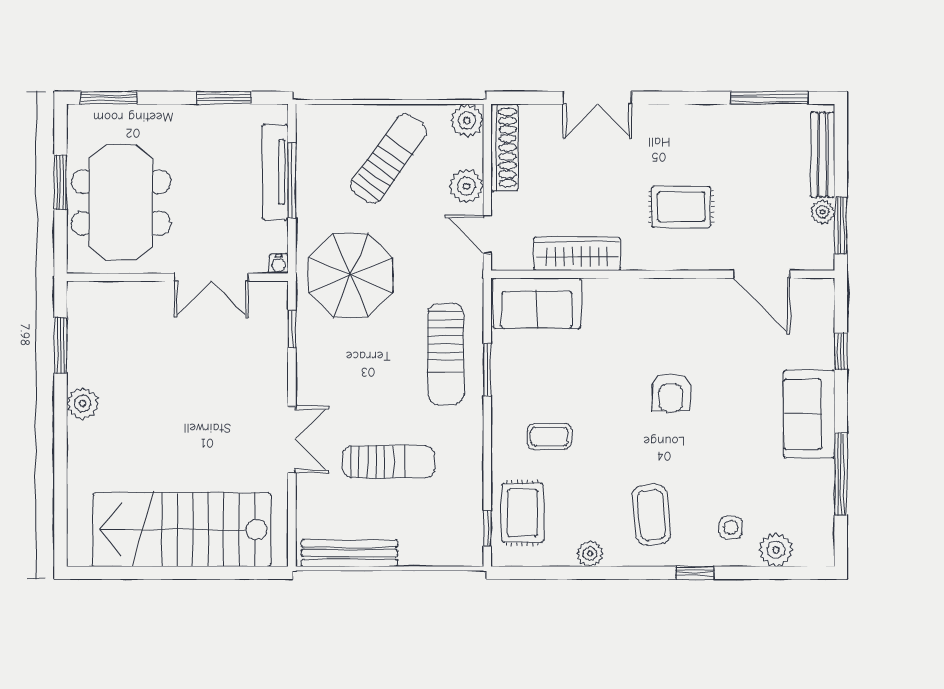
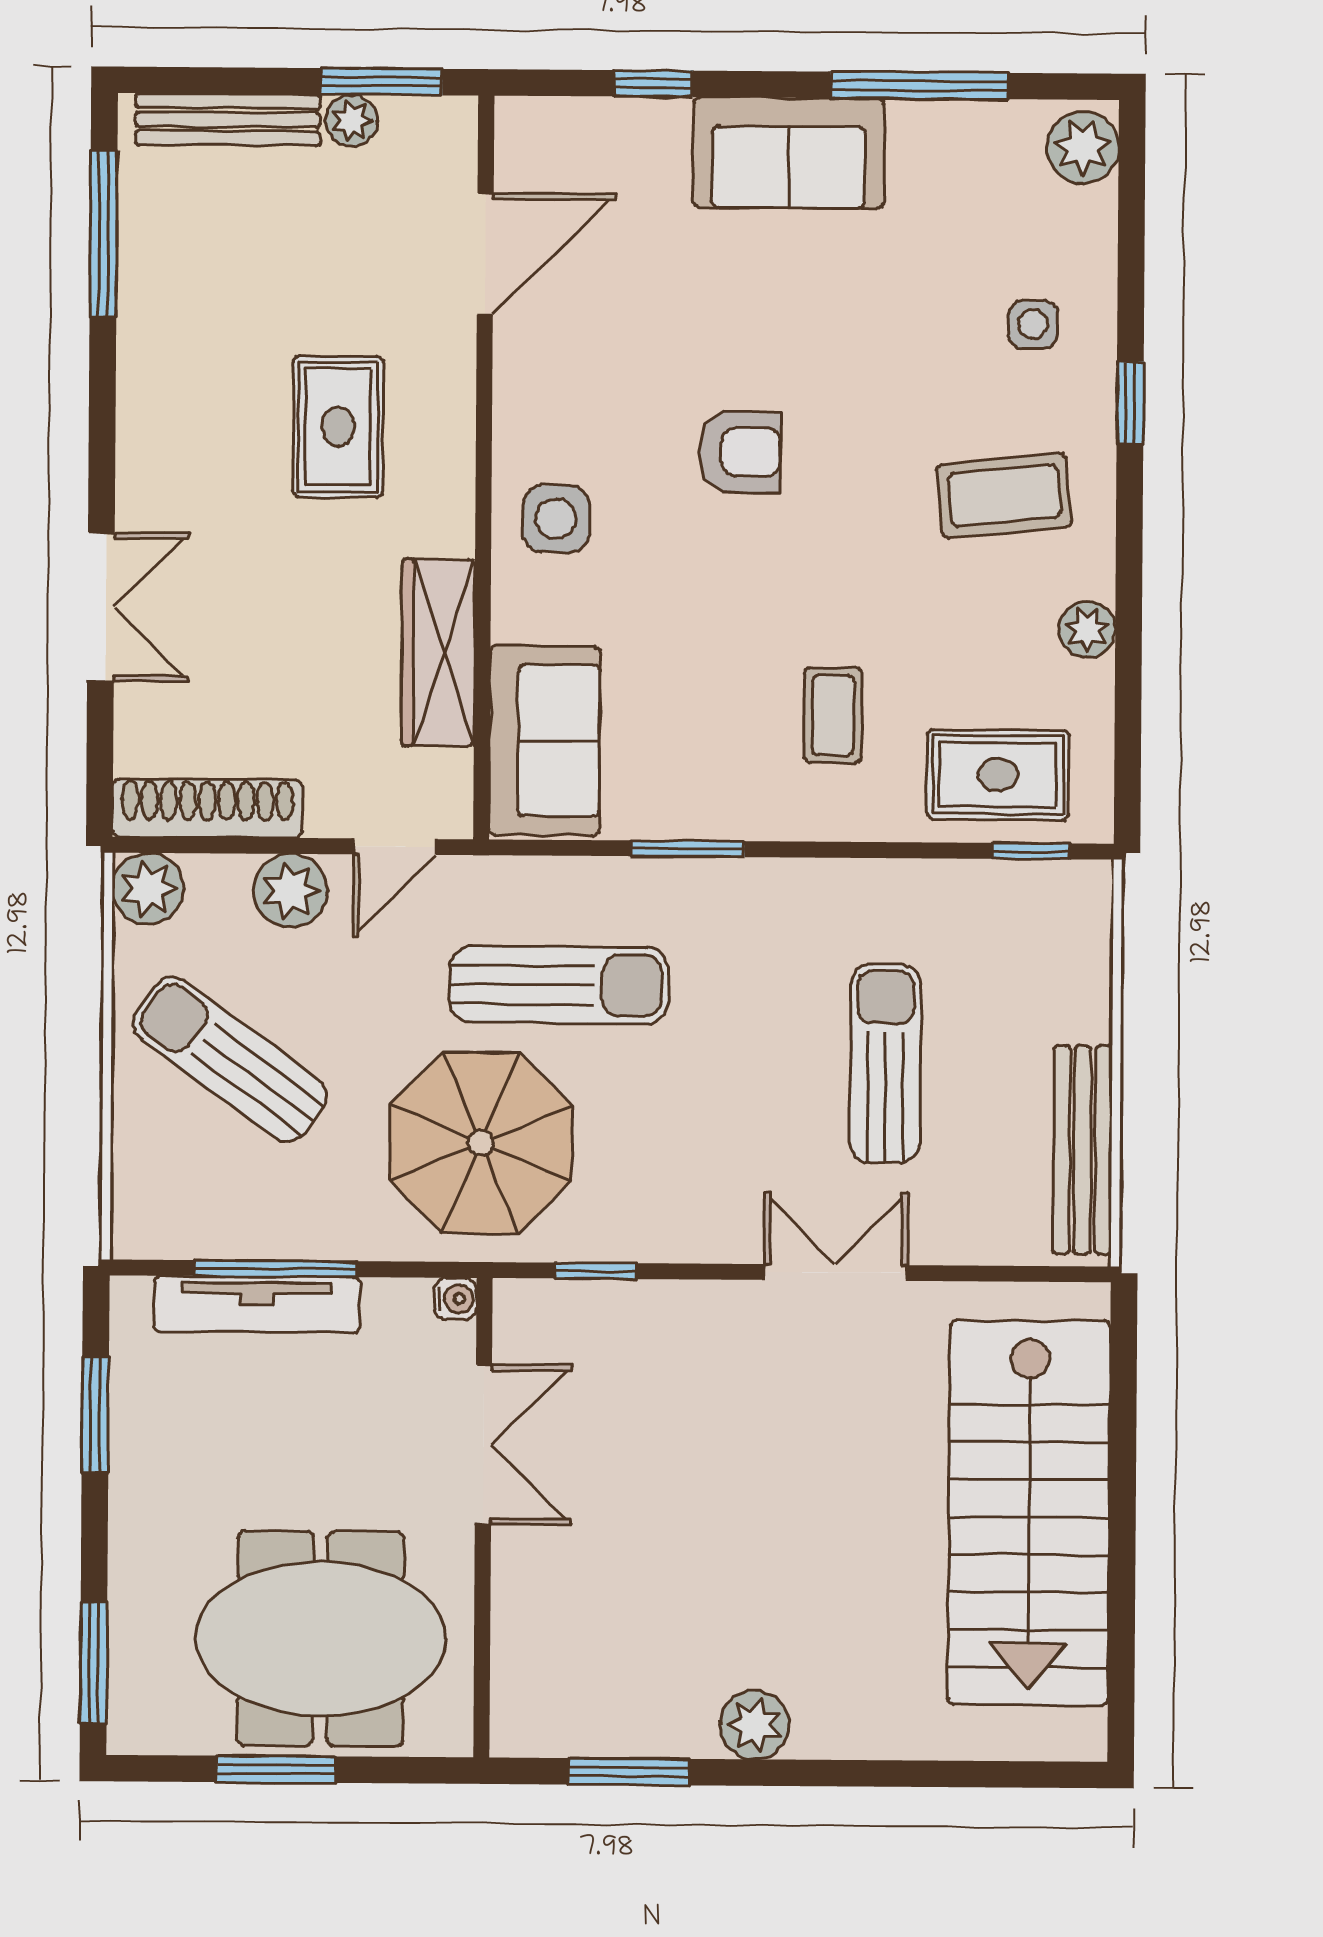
side table: (639, 308) -> (556, 519), added
sun lounger: (446, 354) -> (559, 985), moved
plant: (776, 550) -> (1083, 148), moved

